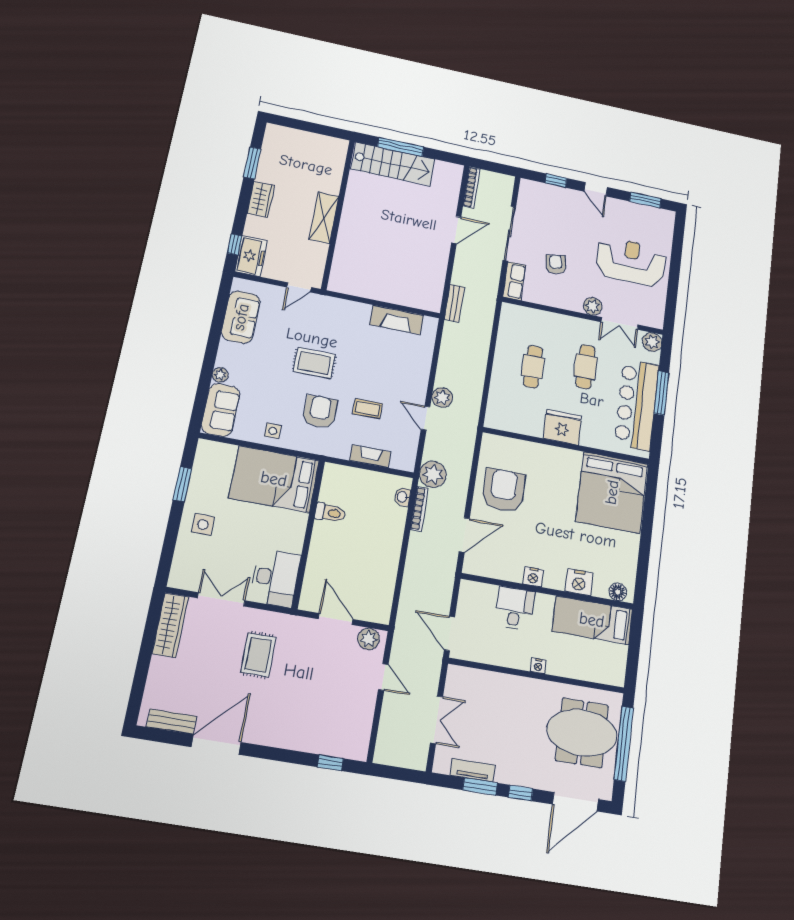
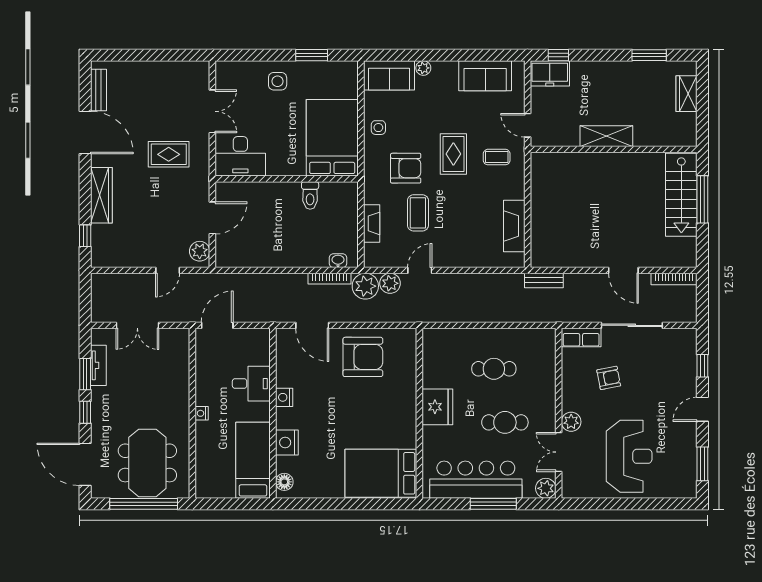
wardrobe: (261, 199) -> (687, 94), moved, turned 90
coffee table: (325, 323) -> (497, 157), added
plant: (442, 397) -> (390, 283), moved
coffee table: (367, 409) -> (418, 213), width x1.36, depth x1.30
bed: (612, 492) -> (381, 473), width x0.73
wardrobe: (170, 625) -> (101, 195), moved, turned -90

